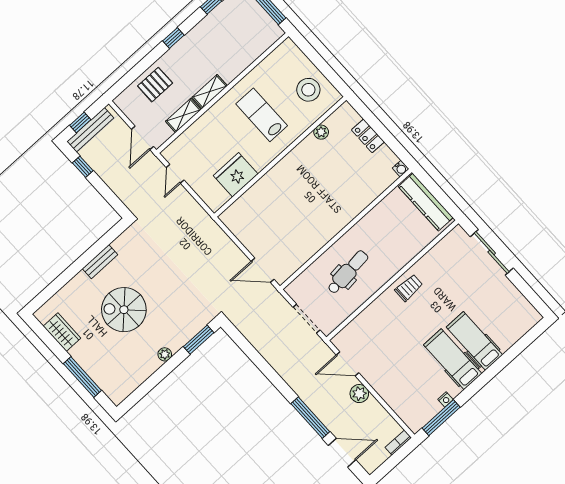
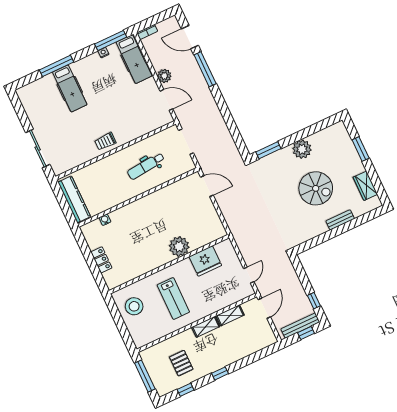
pallet: (155, 85) -> (181, 363), moved, turned 90
plant: (321, 132) -> (179, 247), moved, width x1.88, depth x1.88
water cooler: (401, 169) -> (105, 220), moved
bench: (100, 262) -> (340, 220), moved
plant: (165, 354) -> (302, 149), width x1.88, depth x1.88
hospital bed: (453, 359) -> (134, 59), moved
window: (500, 364) -> (57, 66), added
window: (82, 377) -> (361, 149), width x0.69

